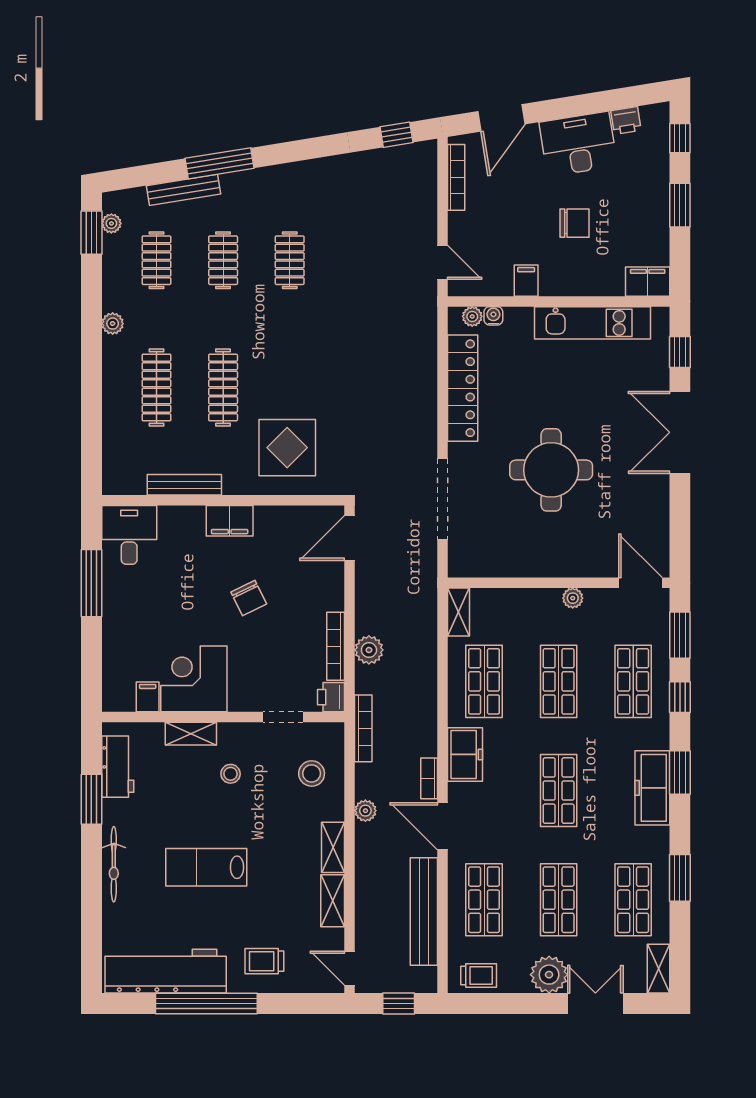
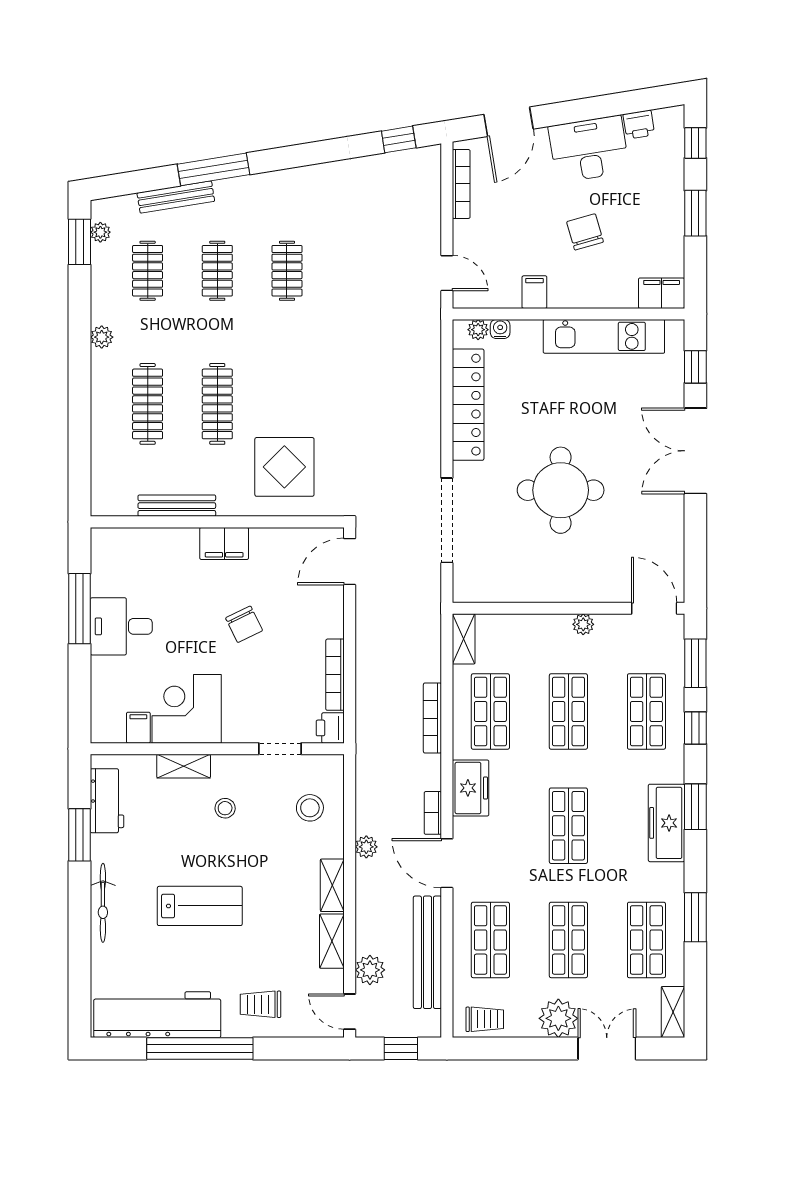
chair: (574, 223) -> (585, 232), turned -106
desk: (129, 535) -> (121, 626), moved, turned -90
plant: (369, 650) -> (370, 970), moved
bookcase: (363, 728) -> (432, 718), moved, turned 180
lab bench: (206, 867) -> (200, 906), turned 180

